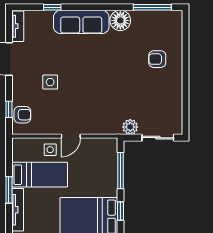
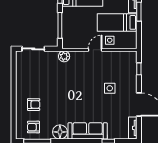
armchair: (22, 115) -> (34, 127), moved
plant: (130, 127) -> (64, 56), moved

